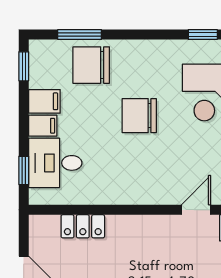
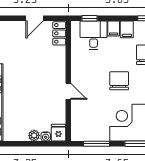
door: (196, 210) -> (68, 91), moved
locker: (83, 226) -> (59, 33), moved

